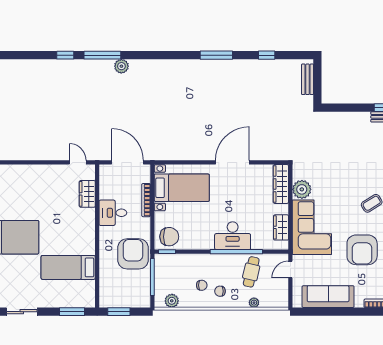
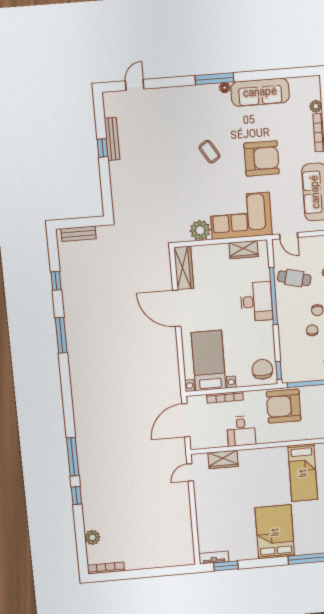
plant: (121, 66) -> (92, 537), moved
wardrobe: (281, 184) -> (184, 268), moved, turned -90

